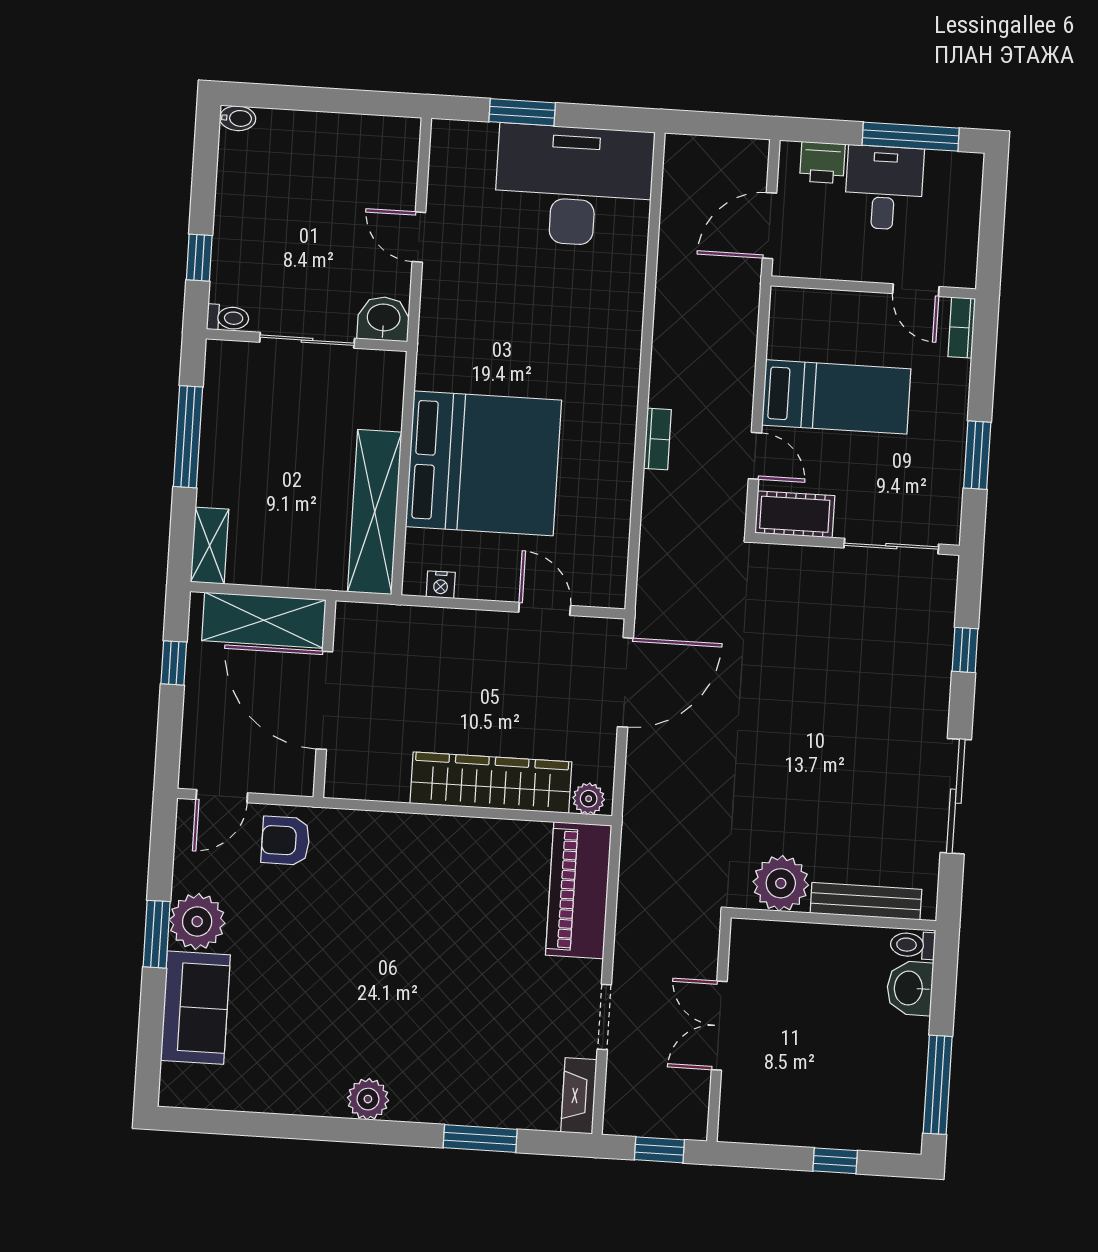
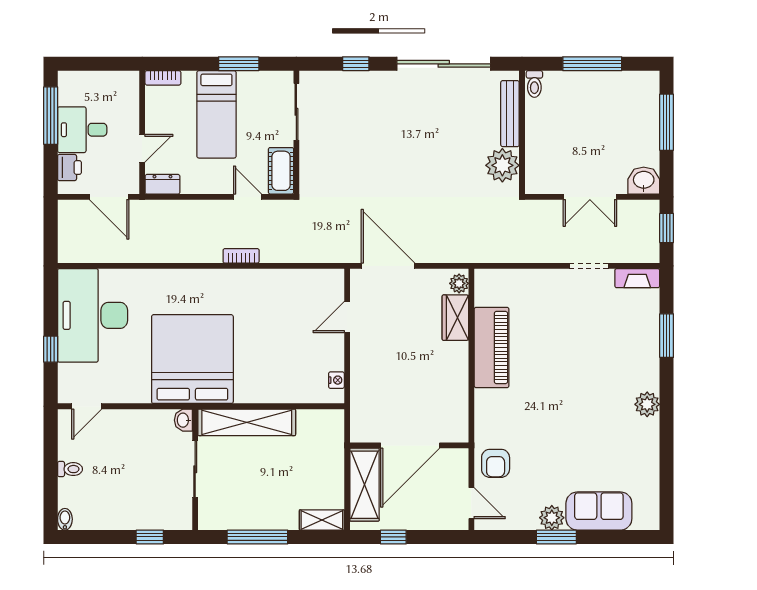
window: (522, 112) -> (51, 349), width x0.67
door: (419, 237) -> (87, 406), moved
door: (916, 290) -> (142, 148), moved
dresser: (785, 316) -> (162, 184), added
toilet: (228, 318) -> (70, 469), moved, turned 90
washbasin: (384, 319) -> (183, 420), width x0.72, depth x0.69
bed: (836, 397) -> (216, 114), moved, turned 180
door: (755, 456) -> (248, 197), hinge flipped
bed: (483, 463) -> (192, 359), moved
shelving: (375, 512) -> (247, 422), moved
wardrobe: (491, 783) -> (455, 318), width x0.48, depth x0.85
sliding door: (956, 796) -> (444, 64), width x1.36
piano: (579, 890) -> (492, 347), moved, turned -90
plant: (197, 921) -> (552, 518), width x0.73, depth x0.73
washbasin: (910, 988) -> (644, 181), moved, turned 180
window: (938, 1085) -> (592, 64), moved
window: (835, 1161) -> (667, 122), width x2.17

